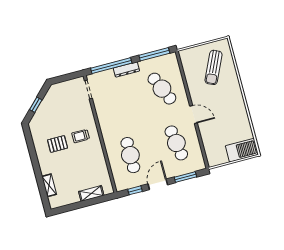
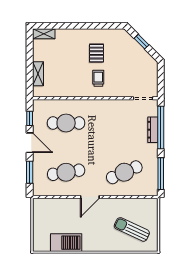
dresser: (126, 69) -> (153, 130), moved
barbecue: (242, 150) -> (66, 243), moved, turned -90
shelving: (49, 185) -> (44, 34), moved

